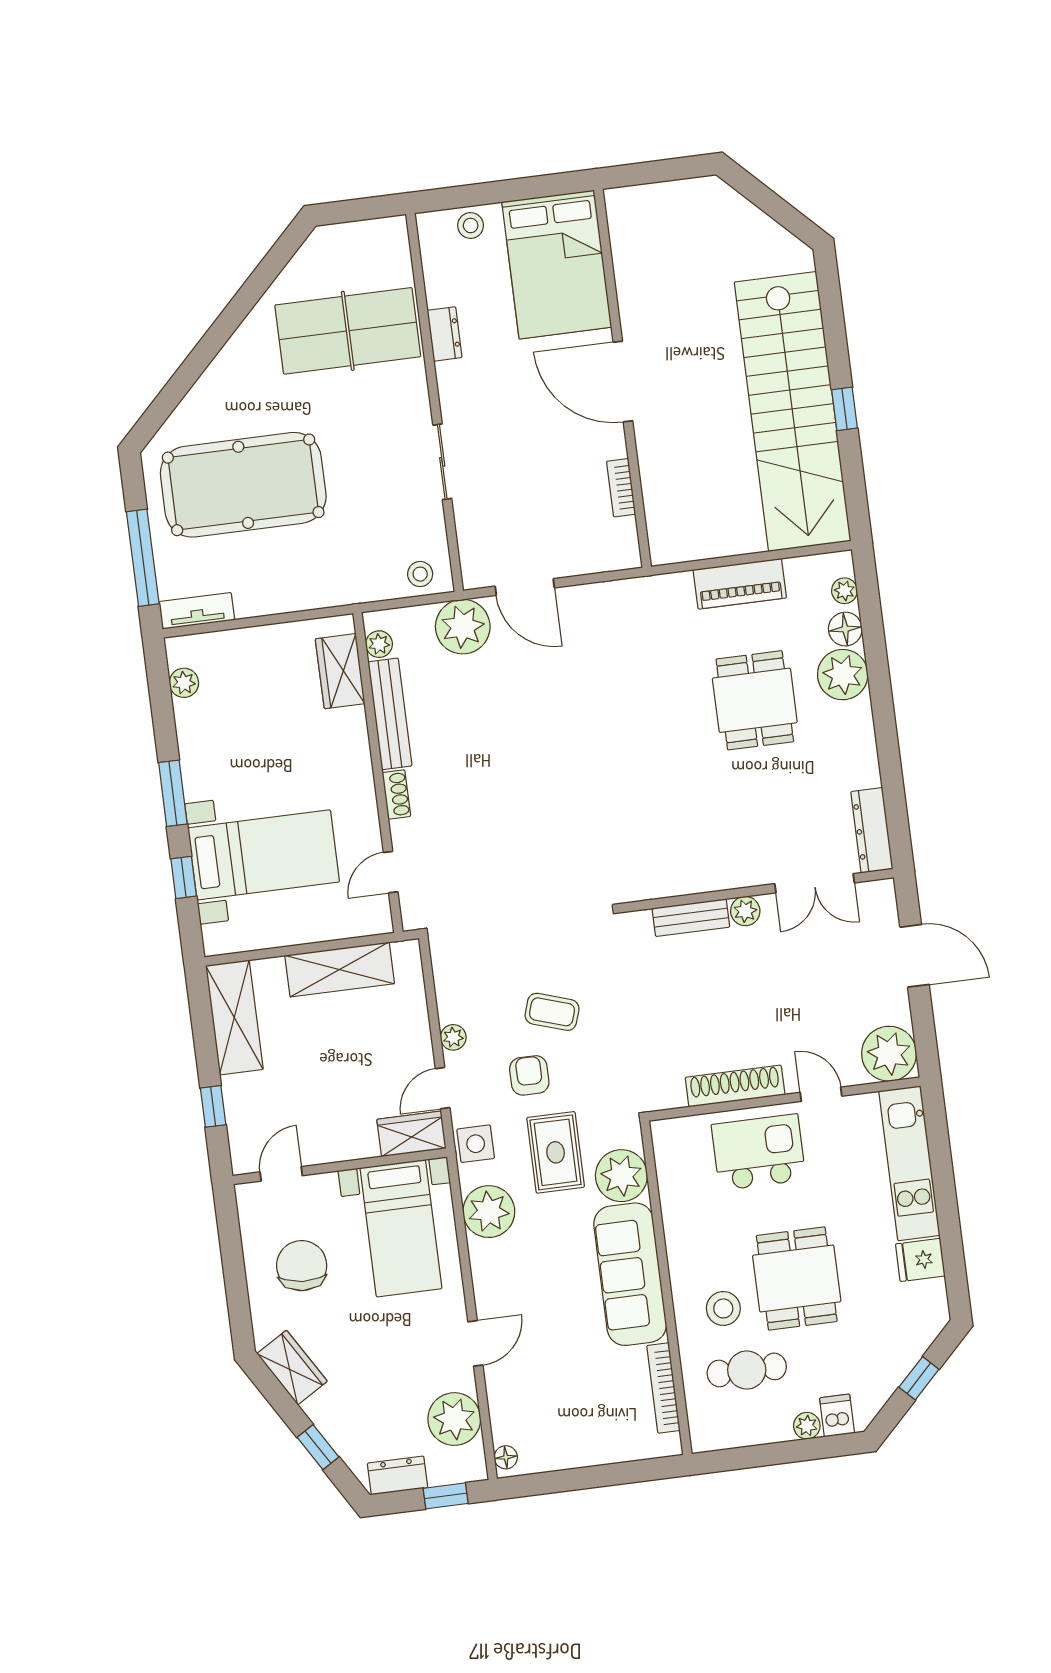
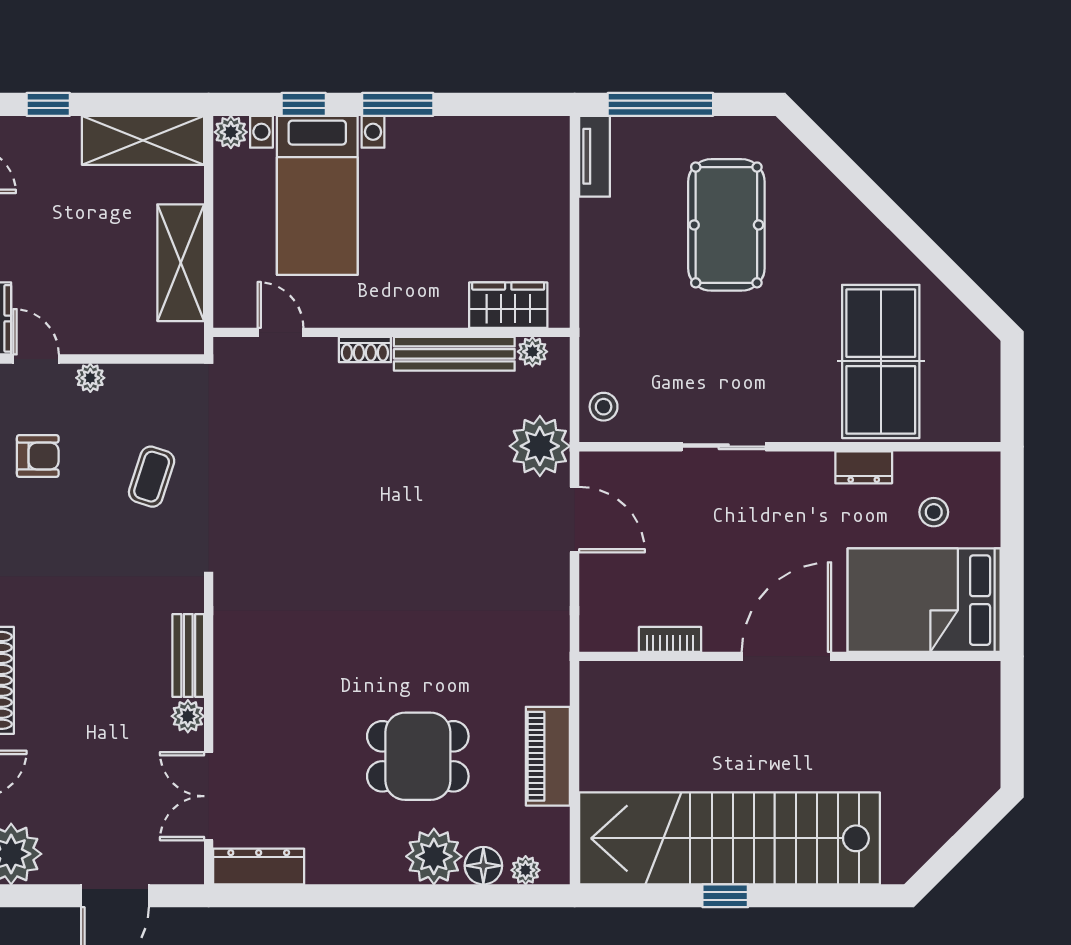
stool: (471, 225) -> (934, 512), moved
pool table: (243, 485) -> (726, 225), width x0.73, depth x0.76
door: (525, 587) -> (575, 520), swing flipped
plant: (184, 683) -> (231, 132), moved
coffee table: (552, 1012) -> (152, 477), moved

